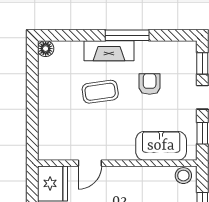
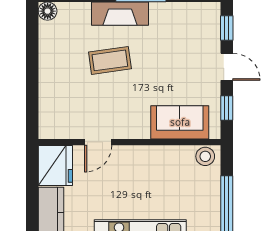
armchair: (150, 84) -> (167, 52), removed

